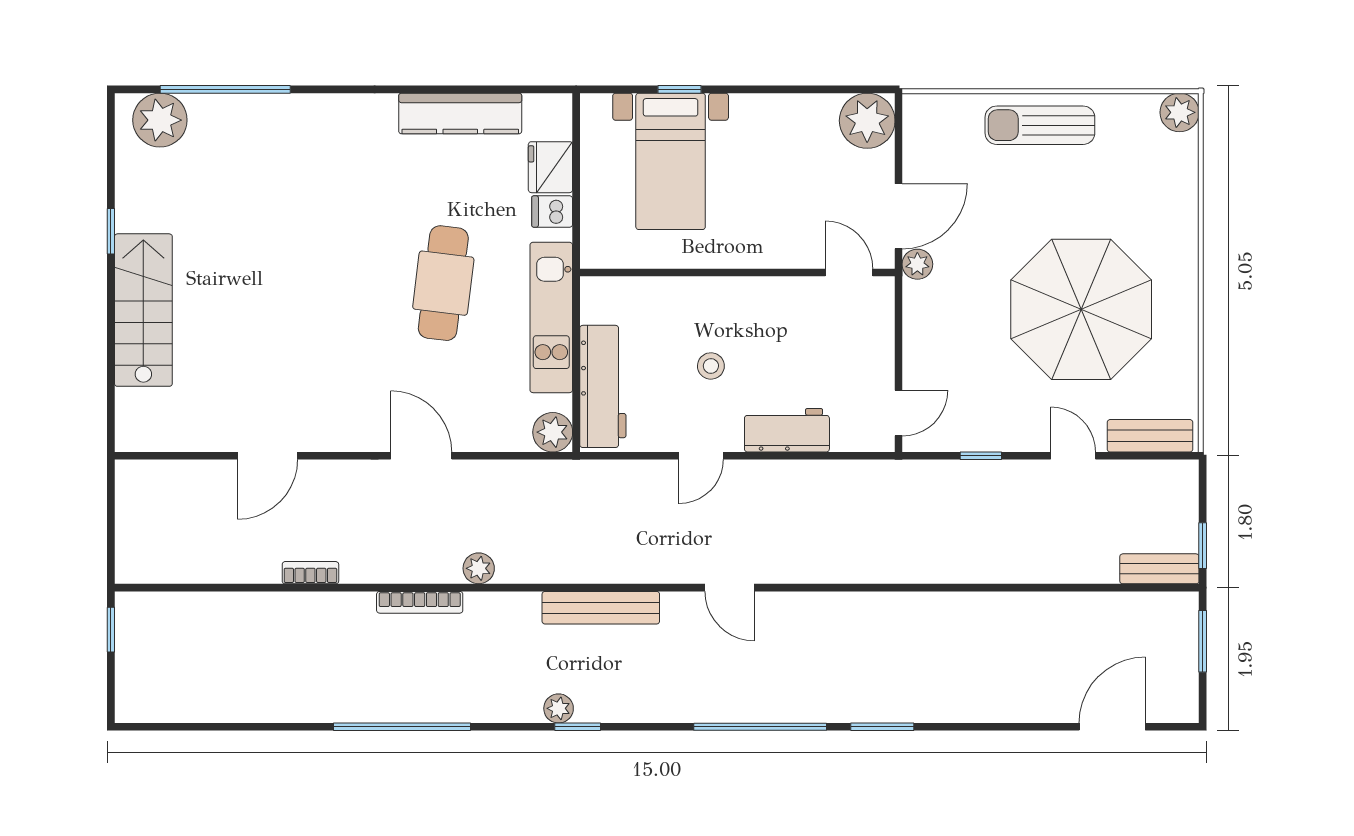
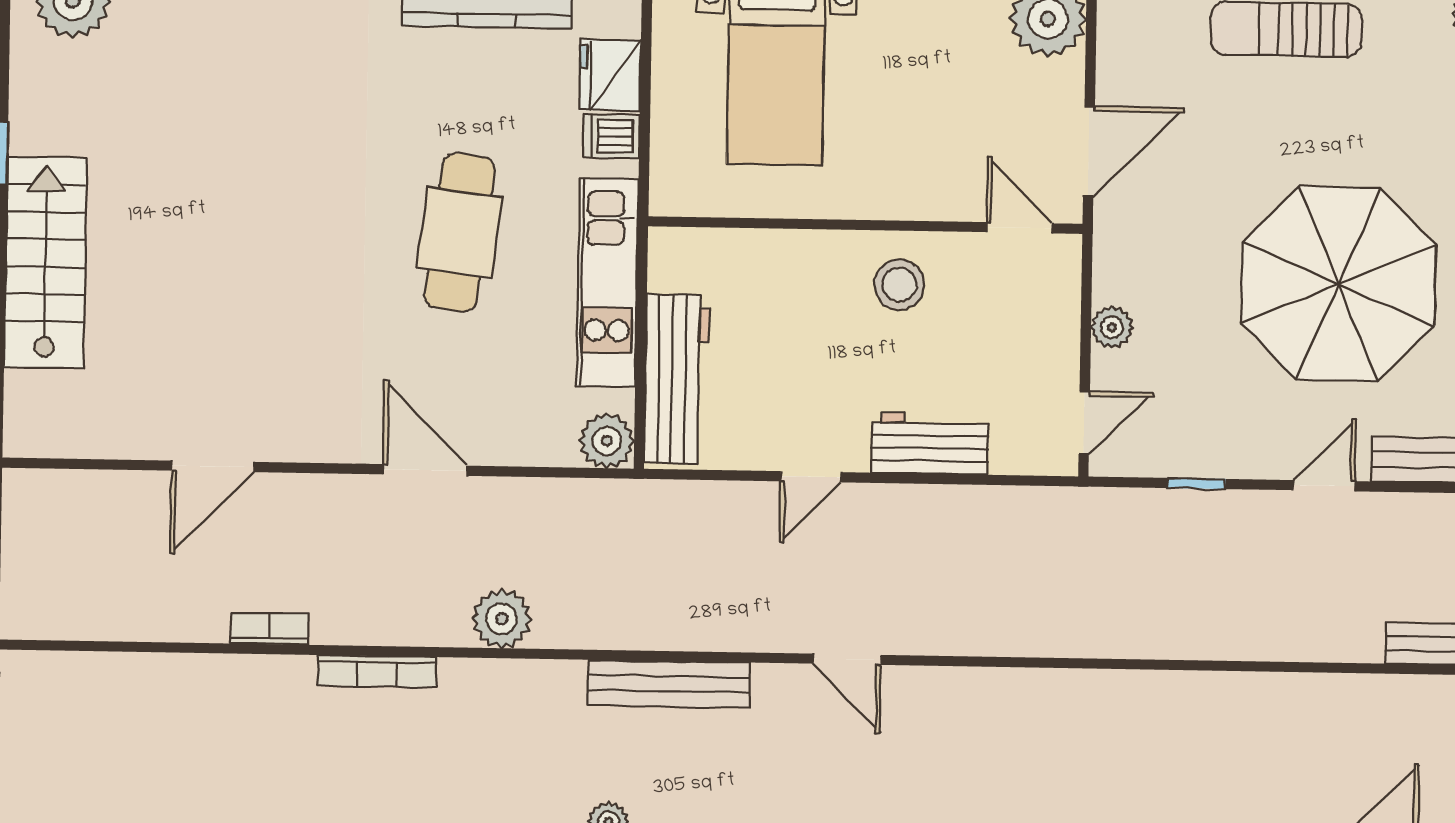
plant: (917, 264) -> (1112, 327), moved
stool: (711, 366) -> (899, 285), moved, width x1.37, depth x1.37
door: (1073, 456) -> (1324, 486), hinge flipped
plant: (479, 568) -> (502, 619), width x1.38, depth x1.38
bookcase: (420, 602) -> (377, 671), moved

